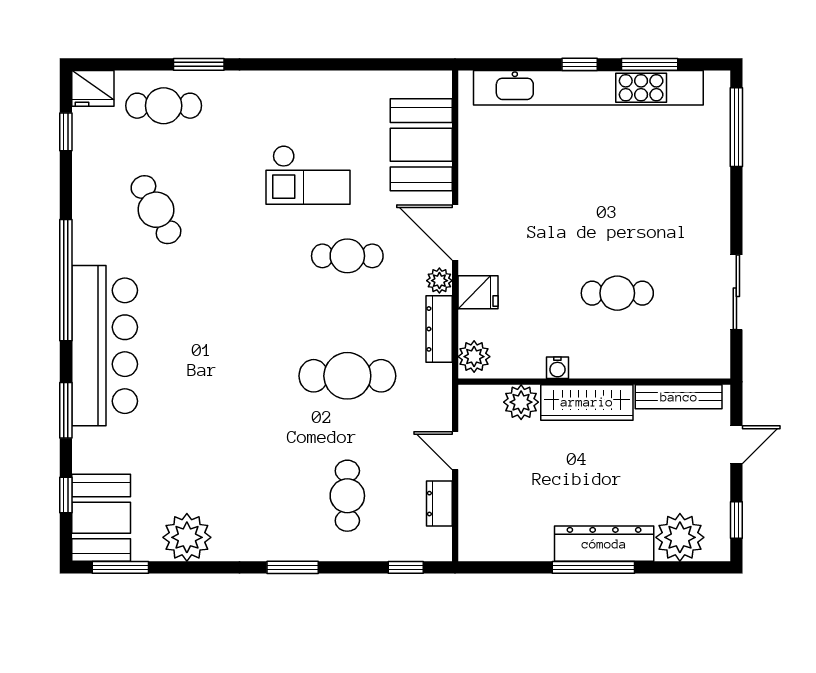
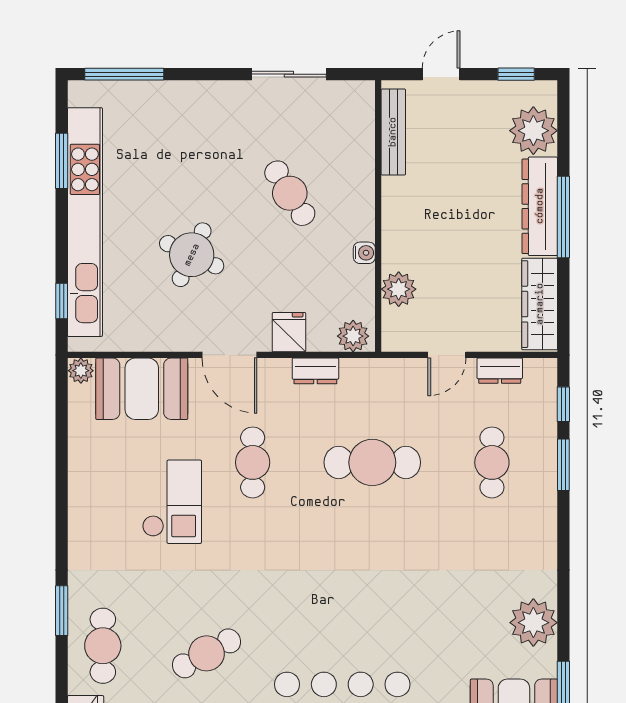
window: (580, 64) -> (62, 301), moved
round table: (556, 195) -> (192, 255), added
door: (455, 233) -> (229, 355), hinge flipped
plant: (439, 281) -> (81, 371), moved
cafe table: (617, 293) -> (290, 193), turned -32
dresser: (439, 329) -> (315, 371), width x0.70
cafe table: (347, 376) -> (372, 462), turned 90
wardrobe: (587, 402) -> (540, 304), moved, turned 180
door: (736, 445) -> (441, 74), hinge flipped
cafe table: (347, 496) -> (492, 462), turned 90
window: (293, 567) -> (563, 465), moved

